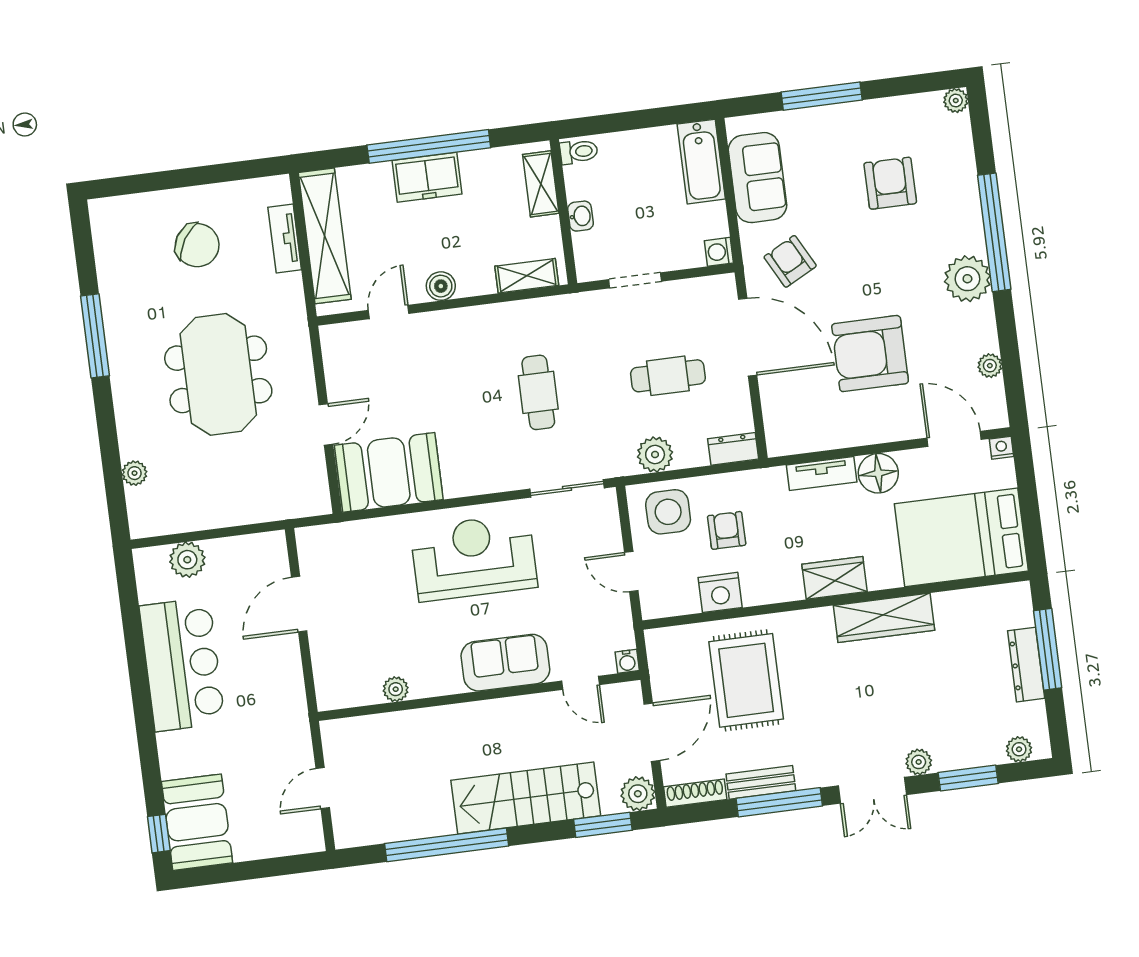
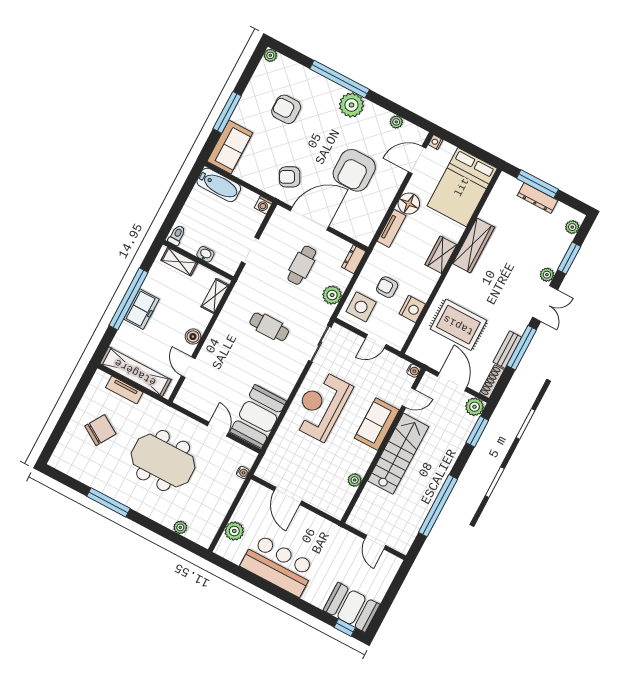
sofa: (758, 178) -> (230, 147), moved, turned 90
water cooler: (286, 509) -> (243, 472), added
stairs: (526, 798) -> (398, 454), moved, turned 180

